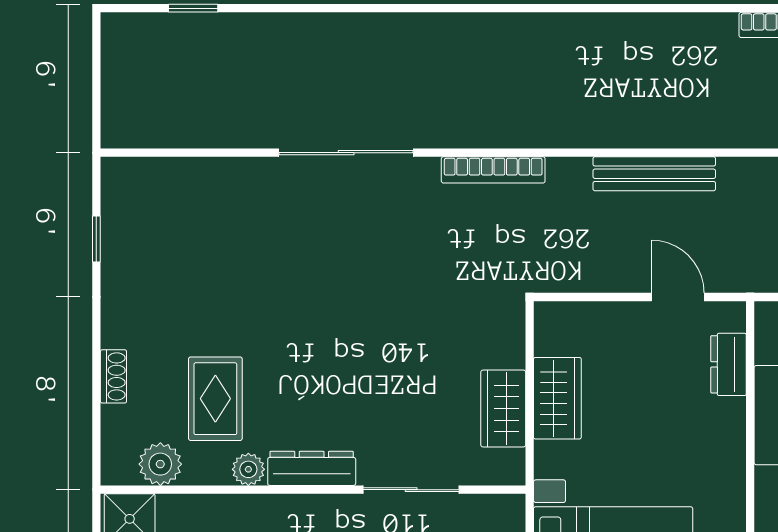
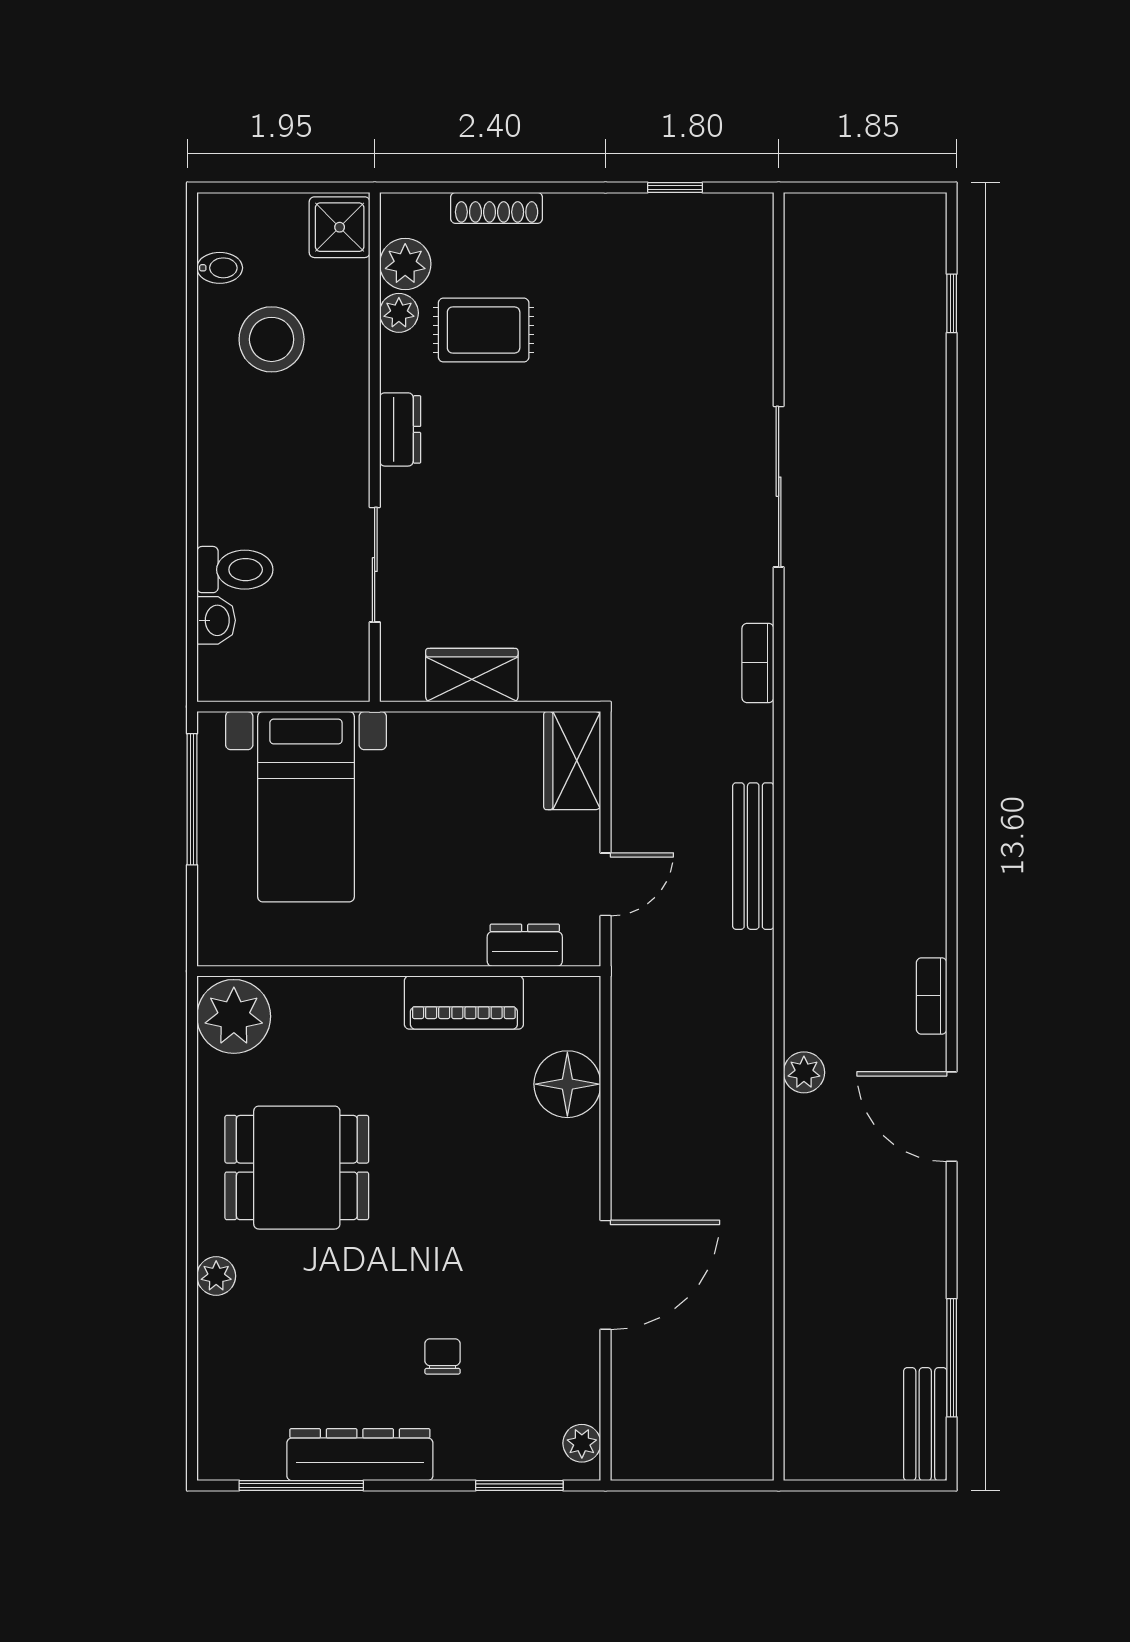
bookcase: (493, 170) -> (758, 663), width x0.64
shoe rack: (113, 376) -> (497, 208), width x1.43
wardrobe: (557, 398) -> (572, 761), moved, turned 90
dresser: (312, 468) -> (400, 429), width x0.70
plant: (248, 469) -> (399, 313), moved

